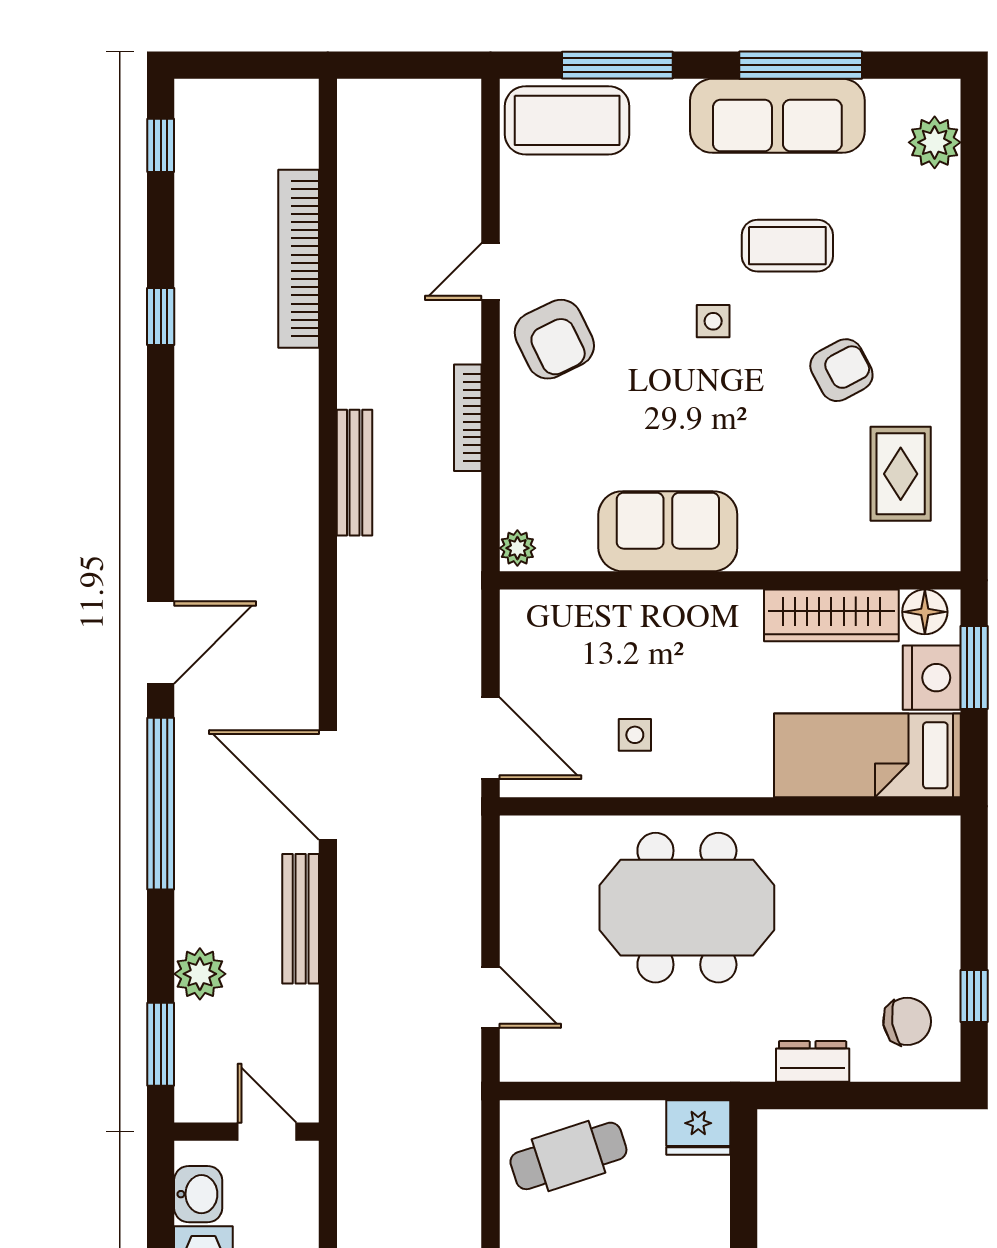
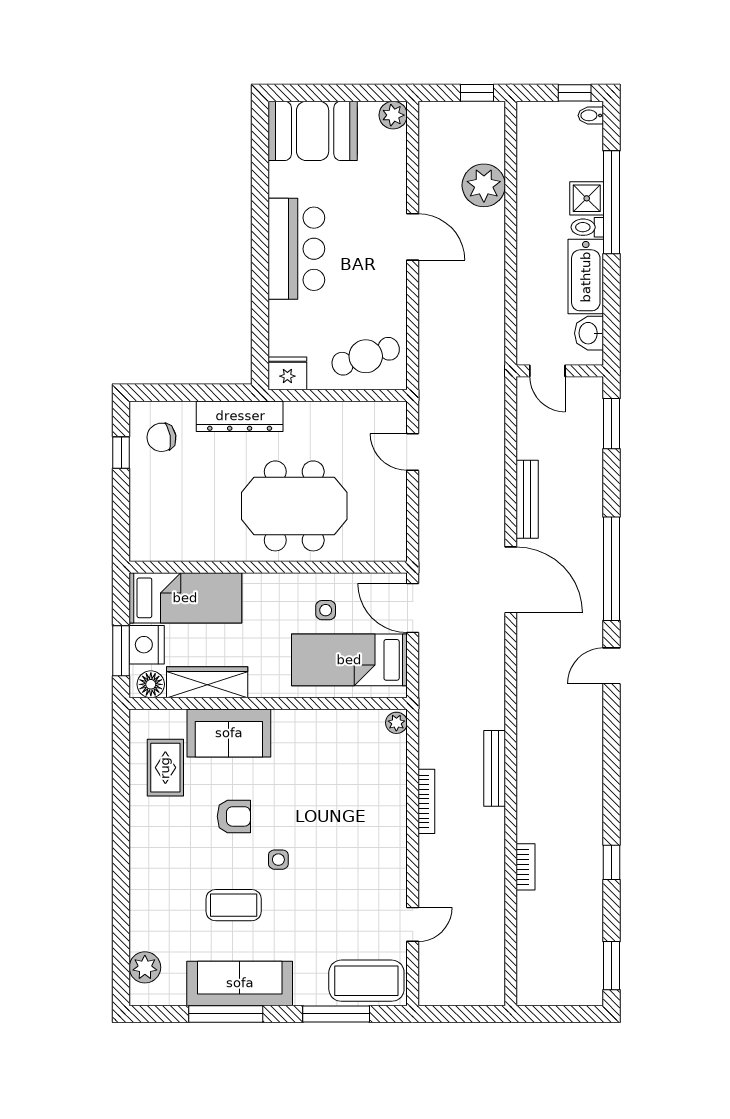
window: (161, 145) -> (612, 966), width x1.50
bookcase: (299, 259) -> (525, 867), width x0.43, depth x0.76
door: (491, 272) -> (413, 924), moved
armchair: (554, 339) -> (374, 849), removed
armchair: (841, 370) -> (234, 816), moved, turned -152
sofa: (668, 531) -> (229, 733), moved
door: (161, 643) -> (612, 666), width x0.73
bed: (595, 652) -> (349, 660), added
plant: (200, 974) -> (588, 466), removed
dresser: (813, 1061) -> (240, 416), width x1.96, depth x1.24

